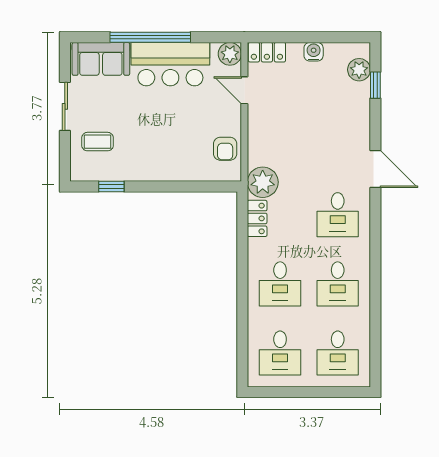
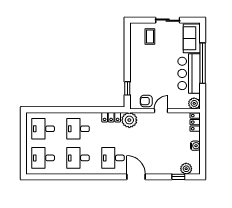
door: (244, 90) -> (161, 111), moved
door: (375, 169) -> (136, 177), swing flipped
window: (111, 186) -> (127, 88), moved

